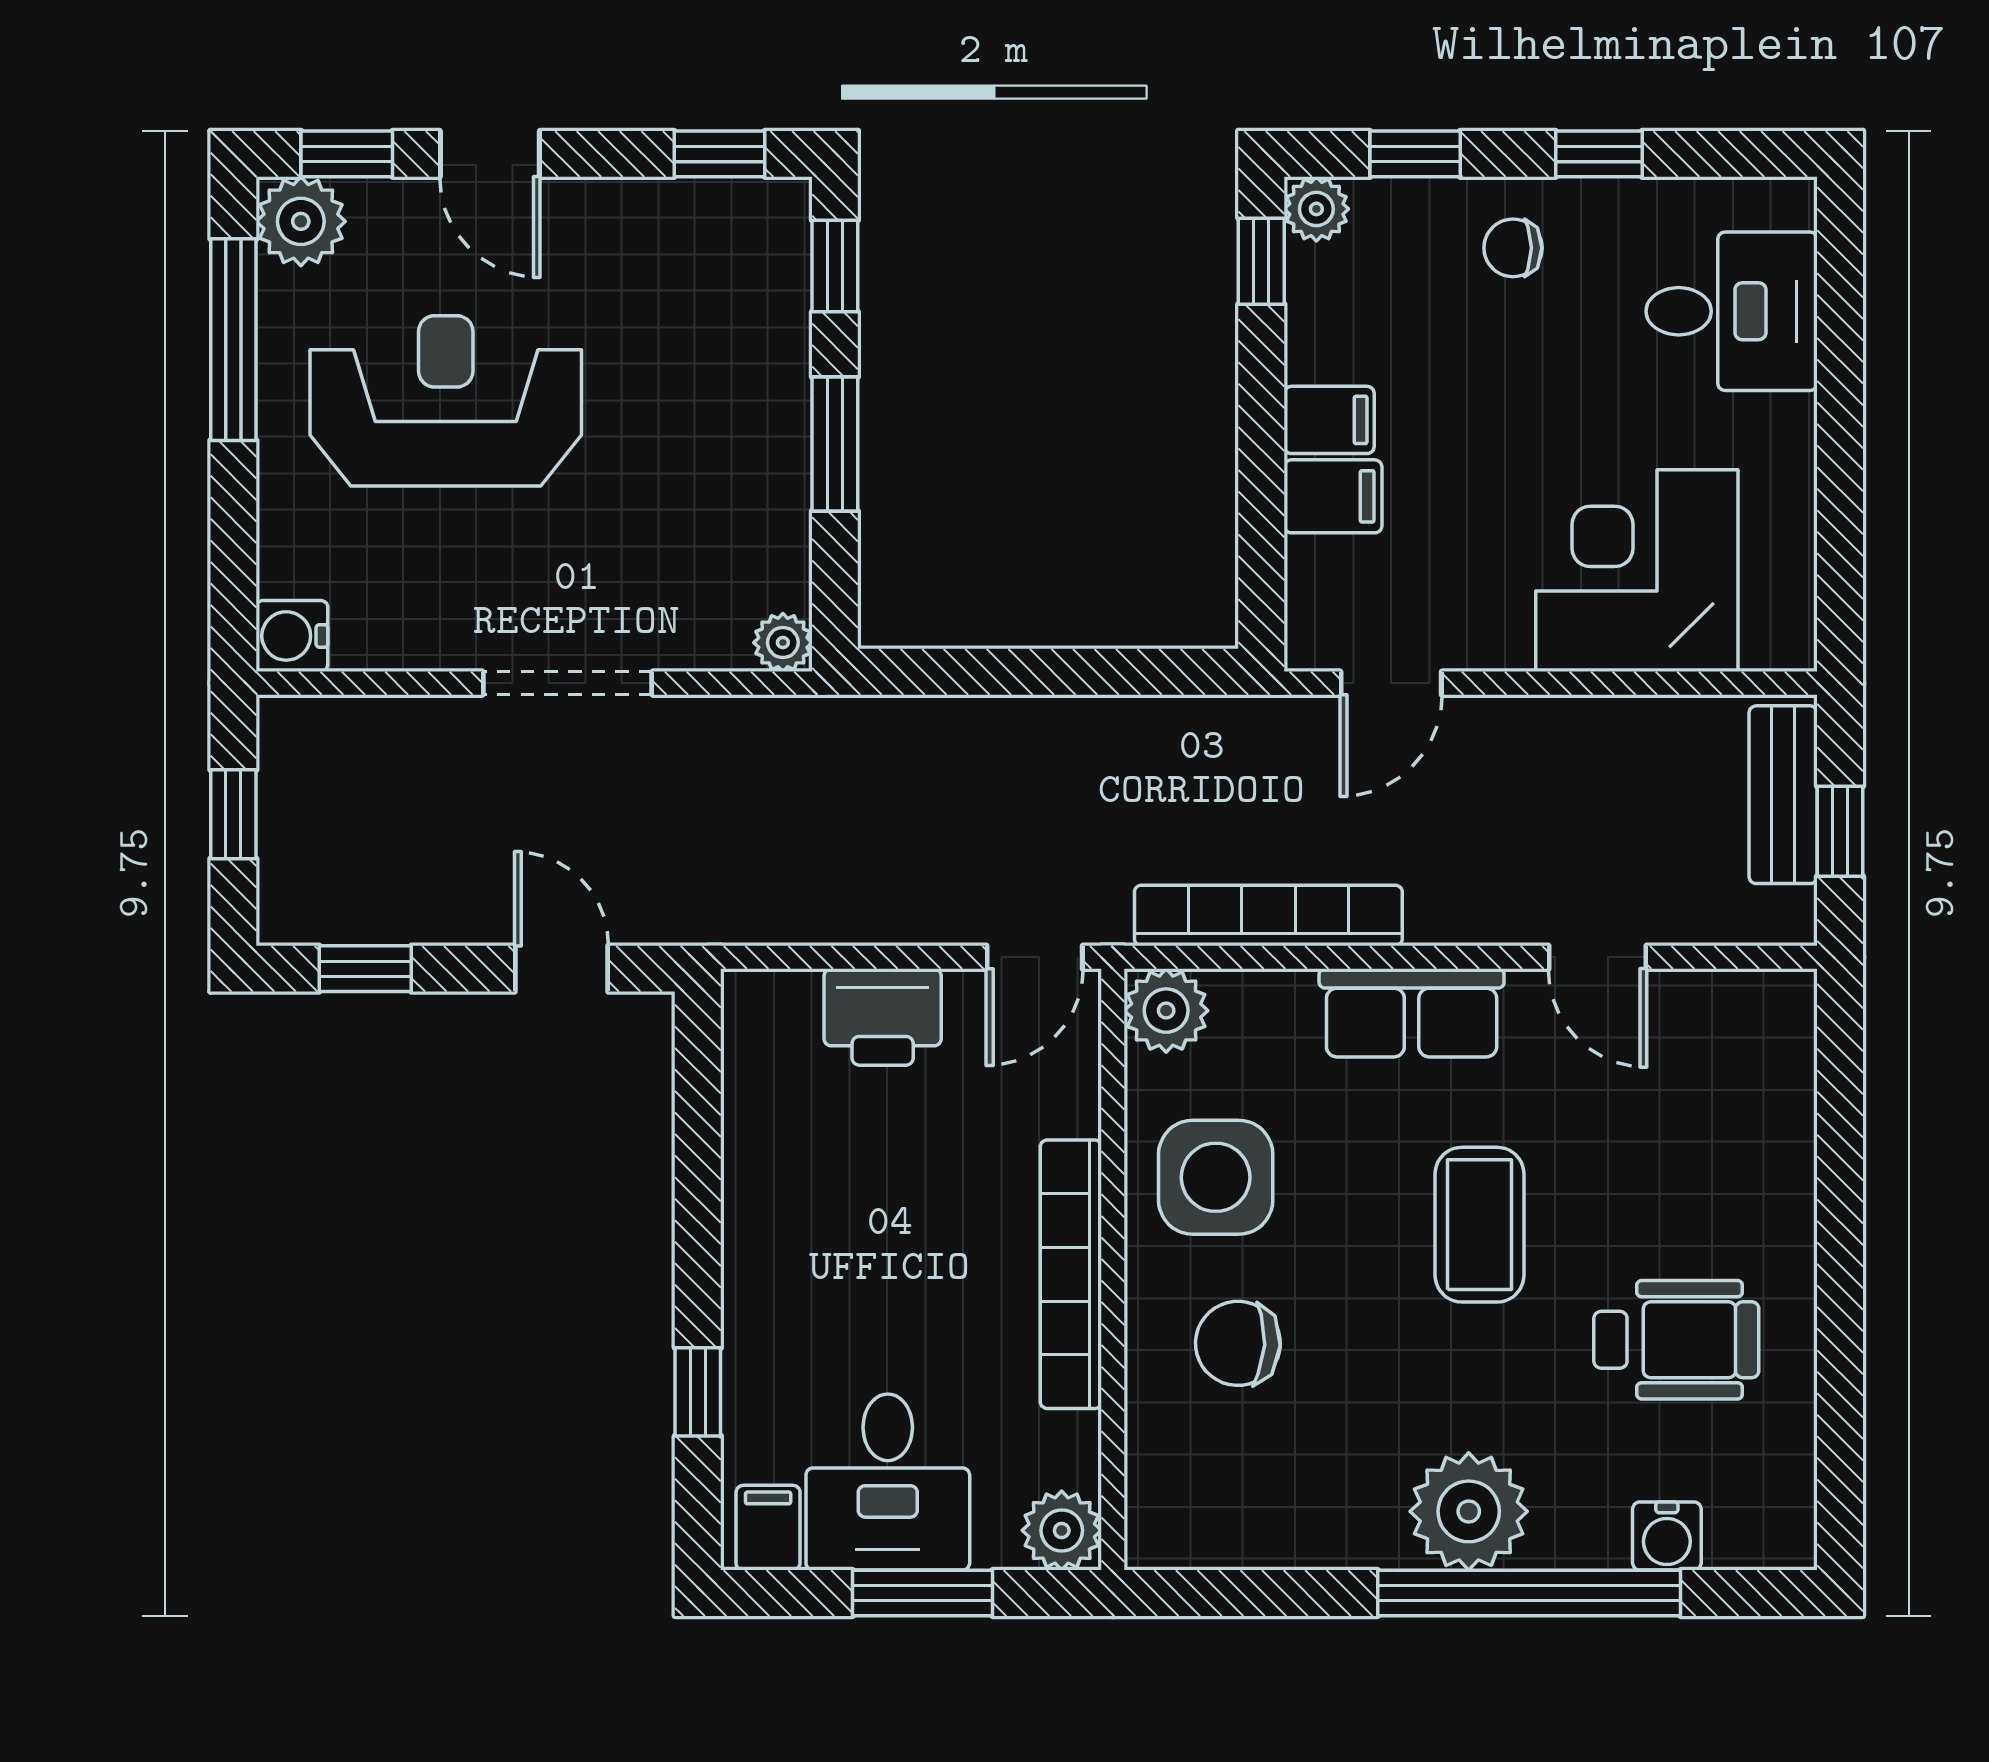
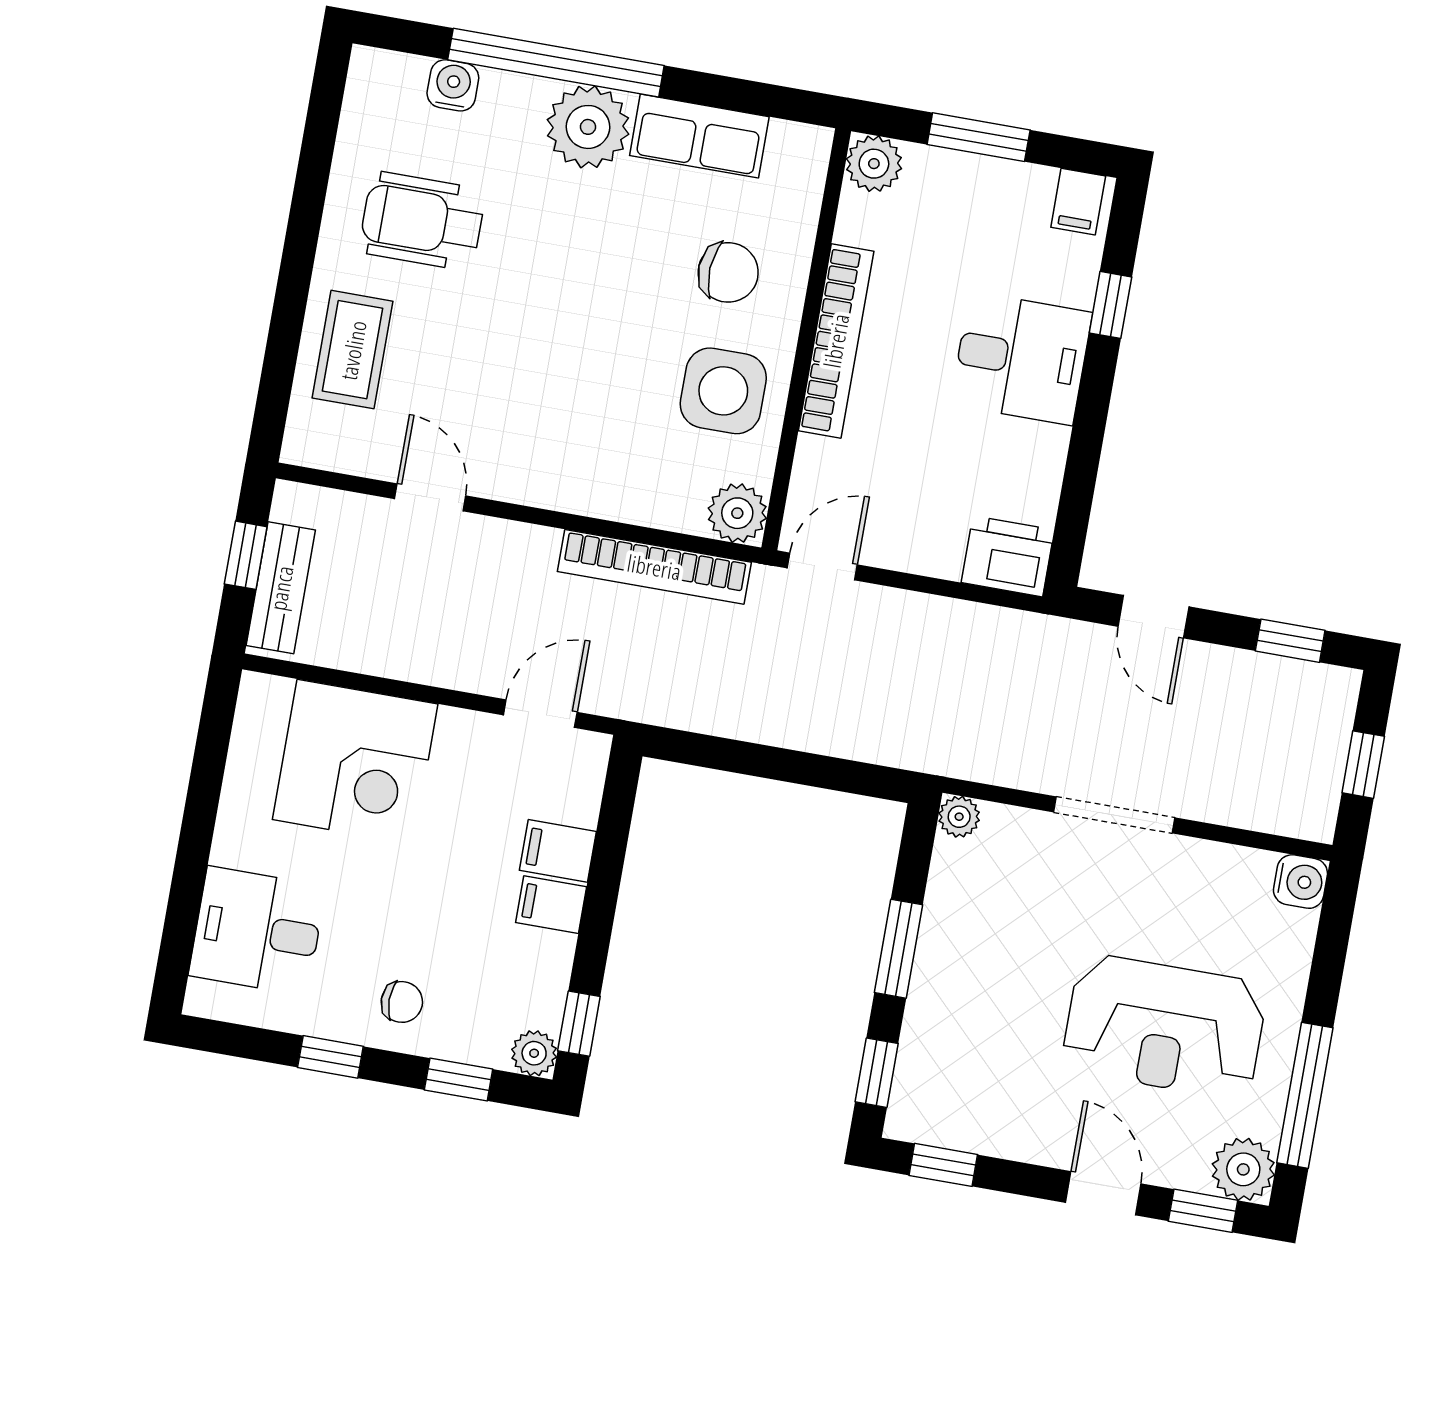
row of seats: (1412, 1013) -> (699, 136), moved, turned 180
printer: (883, 1017) -> (1008, 556), moved
coffee table: (1479, 1225) -> (353, 350), moved
desk: (888, 1482) -> (1021, 358), moved, turned 90

